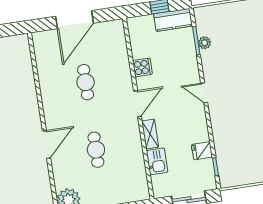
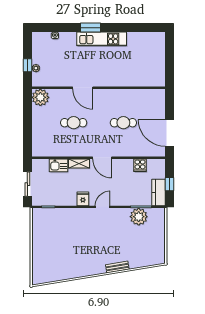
door: (74, 20) -> (170, 133), moved
plant: (205, 43) -> (139, 217), width x1.88, depth x1.88
cooker: (142, 67) -> (140, 165), moved
fridge: (202, 151) -> (83, 199), moved

